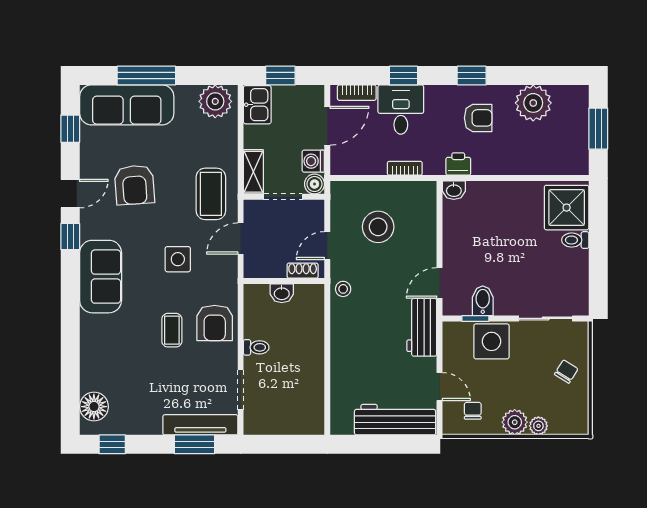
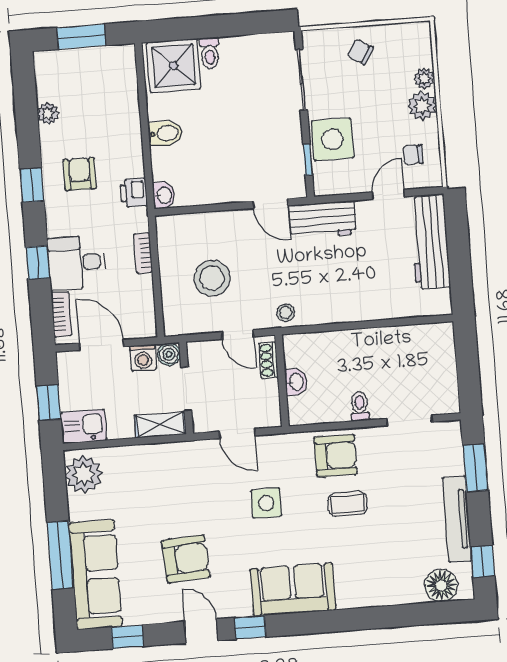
plant: (533, 103) -> (48, 113), width x0.53, depth x0.53
coffee table: (211, 194) -> (189, 471), removed
bidet: (483, 301) -> (165, 133), moved, turned 180
tv unit: (200, 425) -> (457, 519), moved

